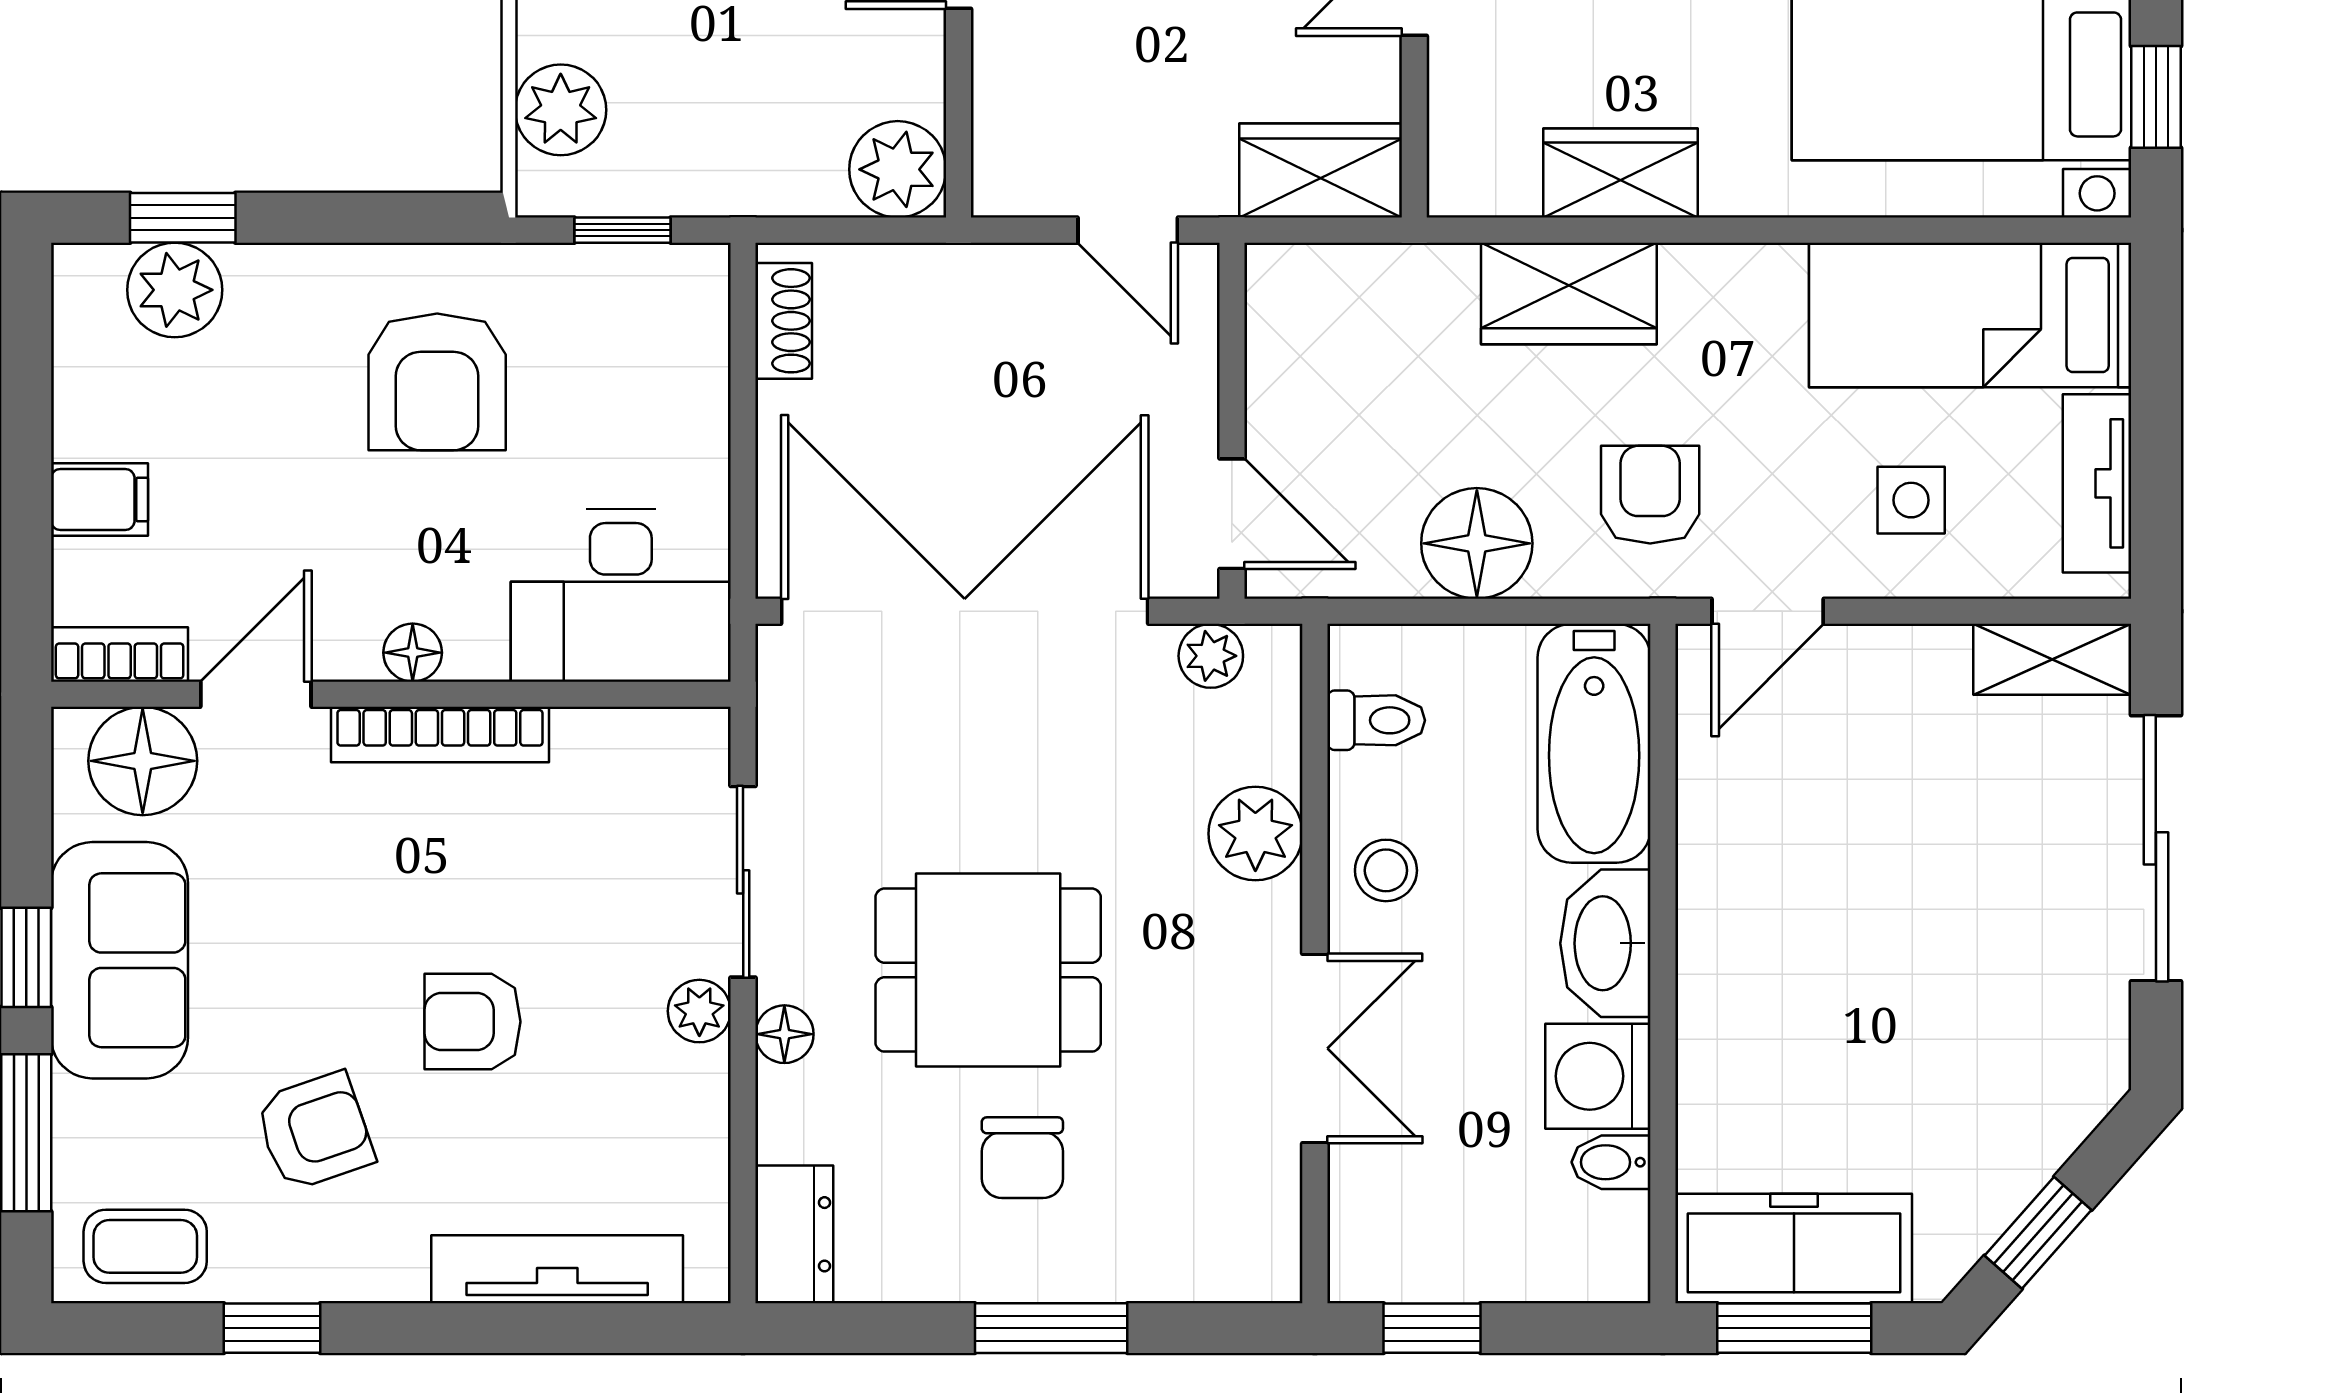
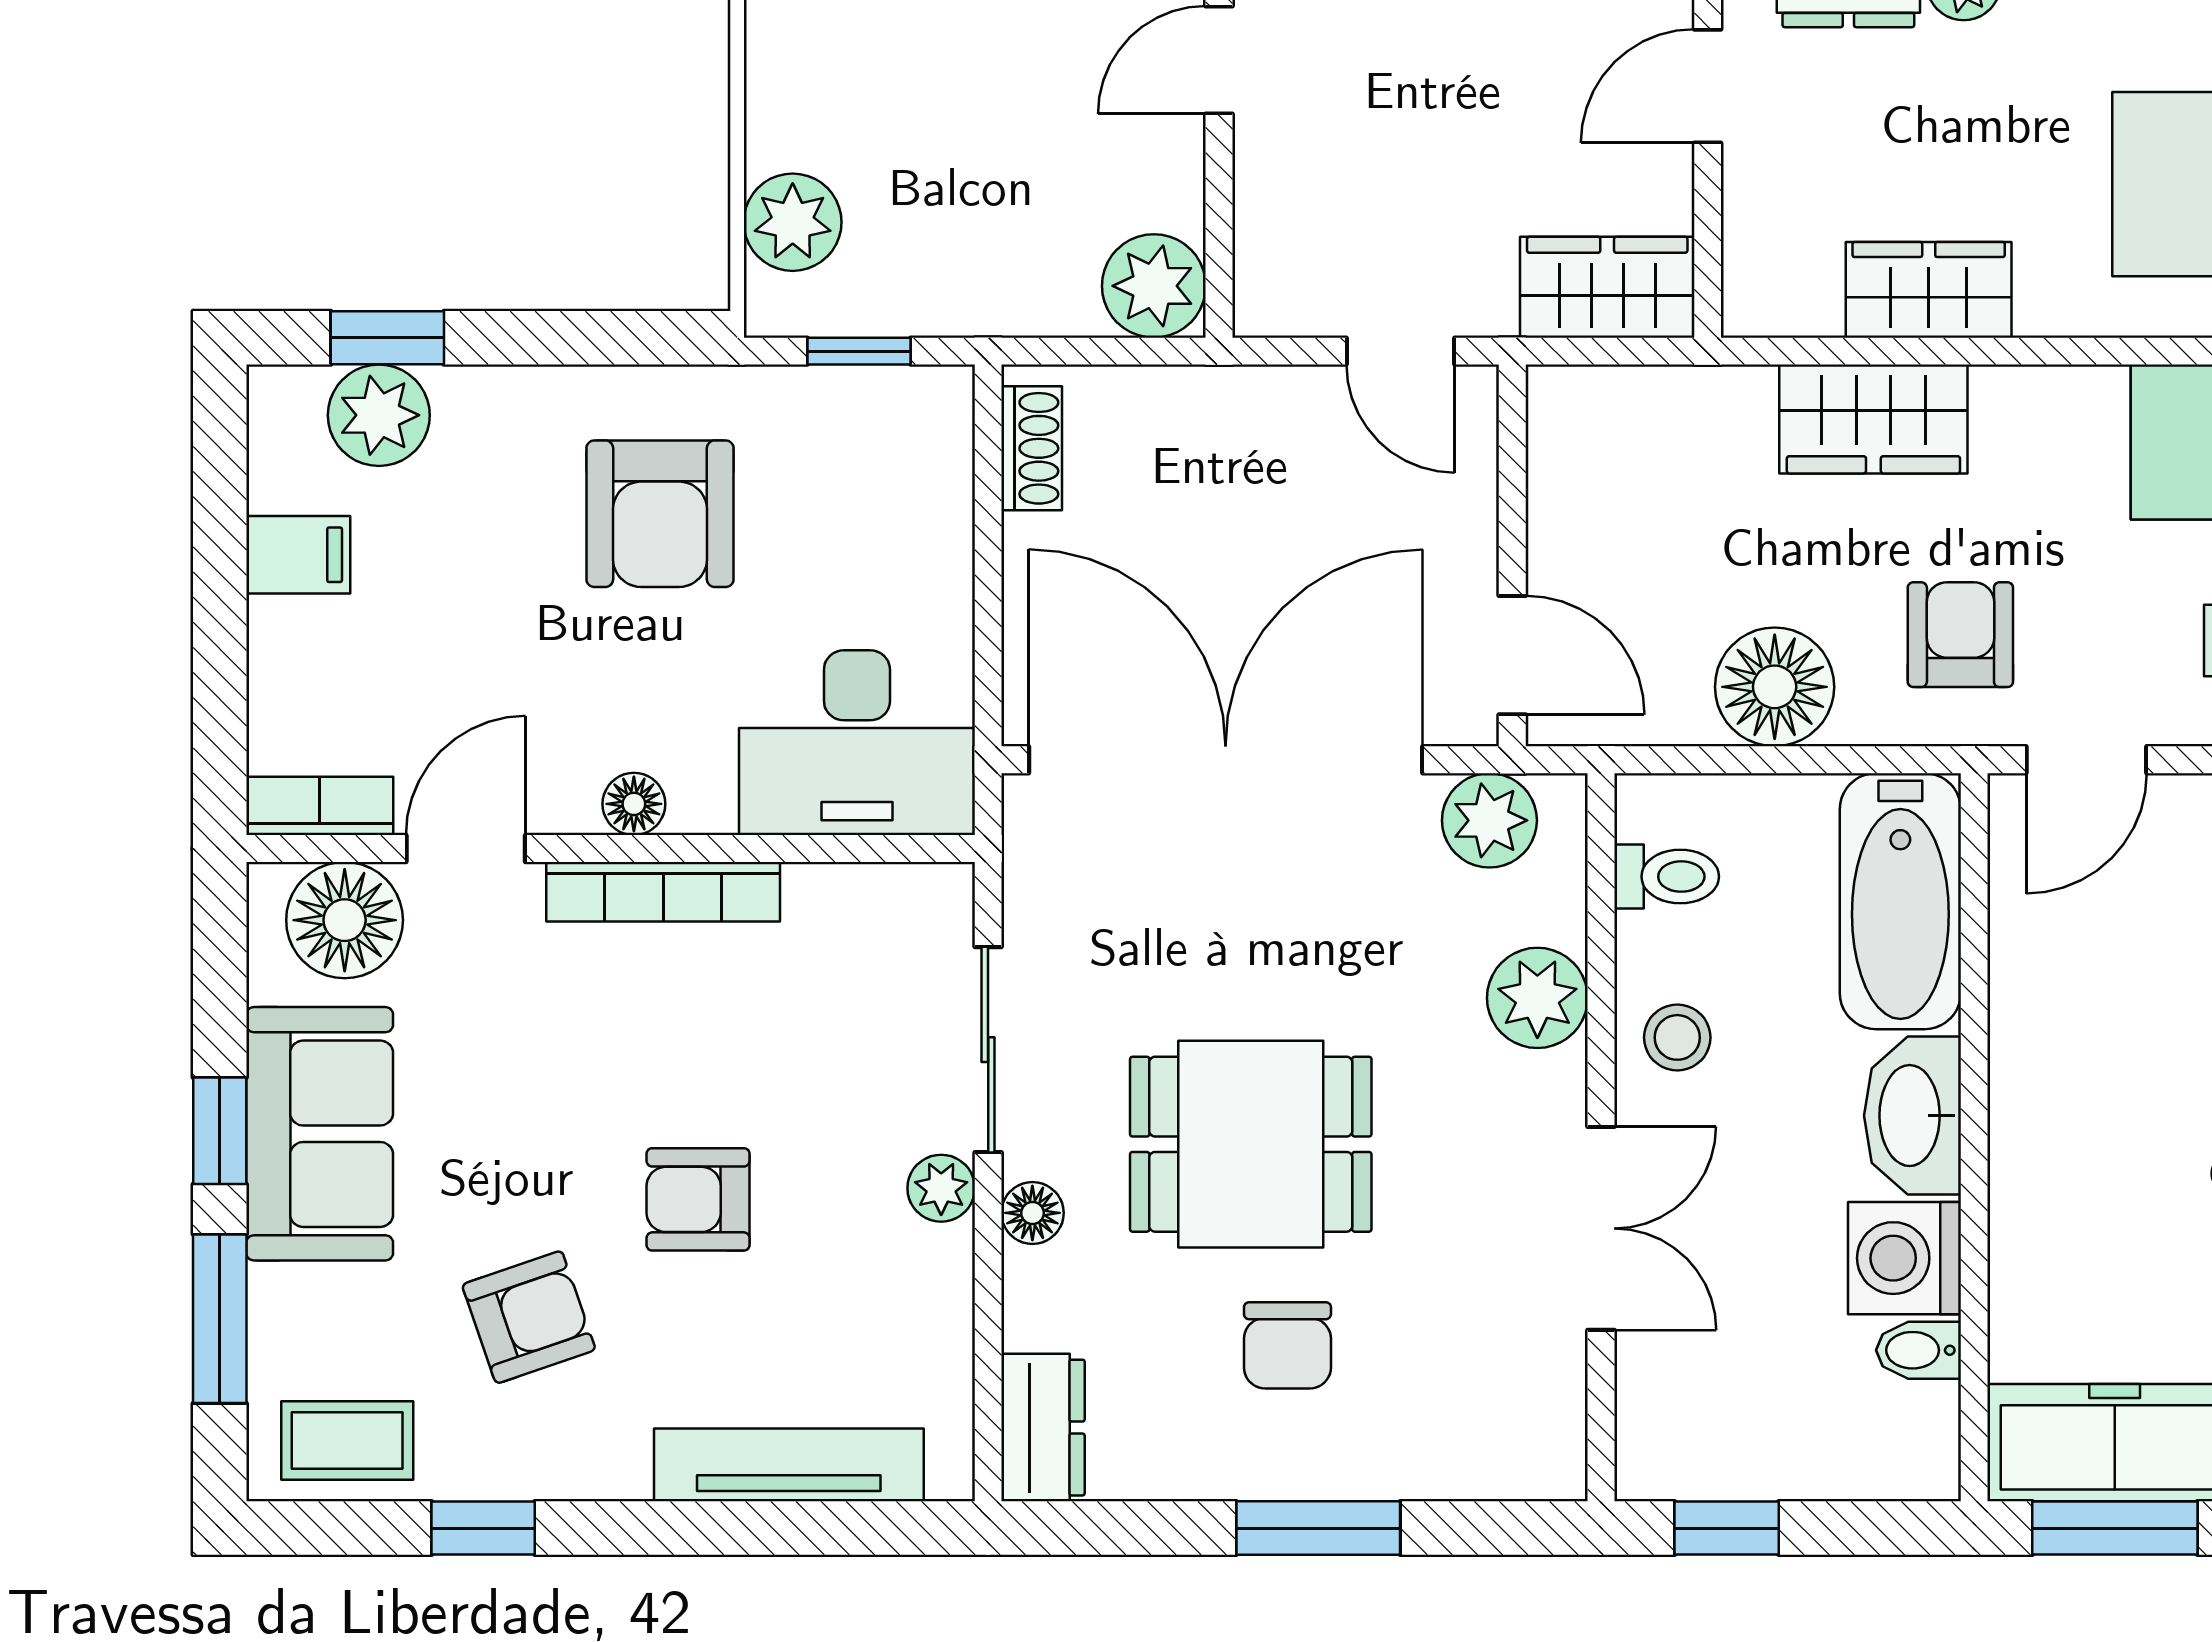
filing cabinet: (100, 499) -> (298, 555), moved
plant: (1211, 656) -> (1489, 820), width x1.38, depth x1.38

